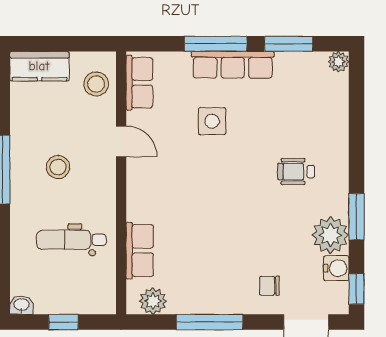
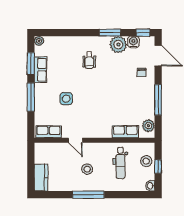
row of seats: (233, 65) -> (40, 70), moved, width x0.68
stool: (96, 84) -> (146, 161), moved
door: (121, 141) -> (75, 140), swing flipped

